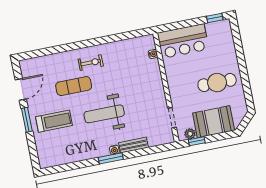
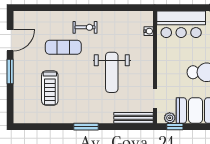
weight bench: (104, 114) -> (112, 72), moved, turned -90
treadmill: (54, 121) -> (50, 88), moved, turned 90
bench: (134, 145) -> (133, 118), moved, width x1.36
water cooler: (114, 150) -> (91, 119), removed

